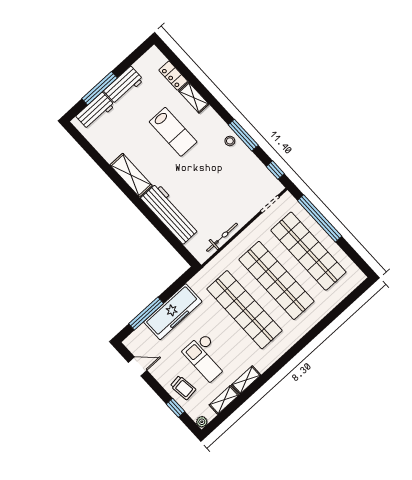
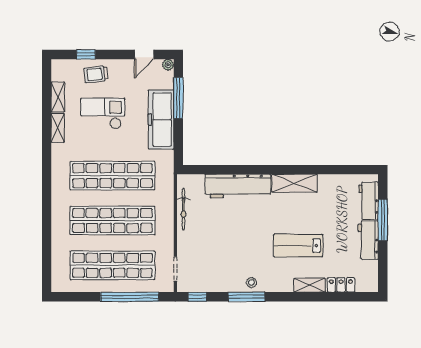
plant: (202, 422) -> (168, 65), moved

